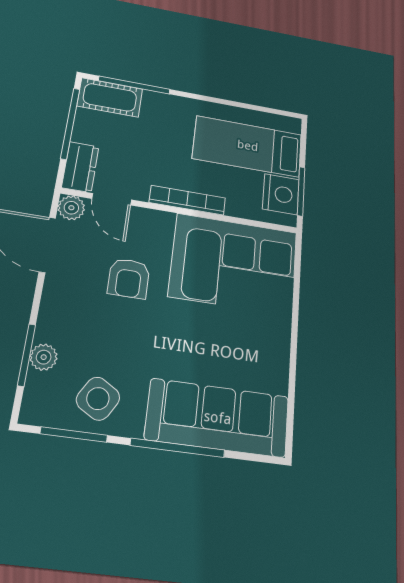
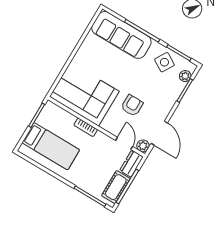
cot: (110, 97) -> (116, 187), moved, turned 90
nightstand: (281, 194) -> (47, 117), removed
bookcase: (187, 200) -> (86, 127), width x0.64
plant: (44, 357) -> (185, 76), moved

